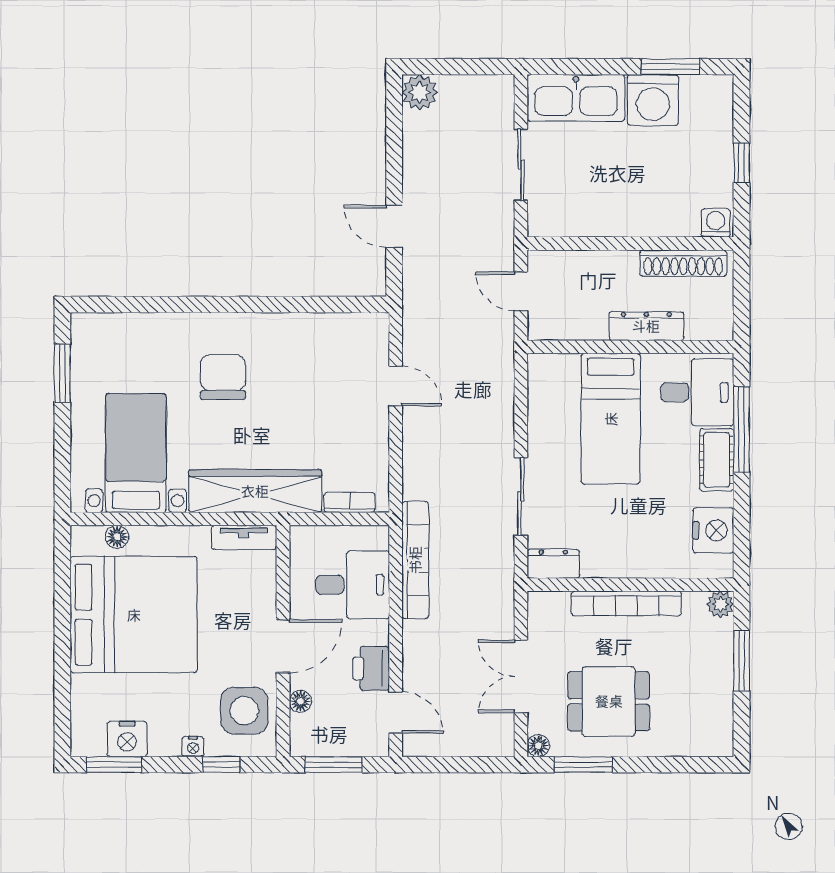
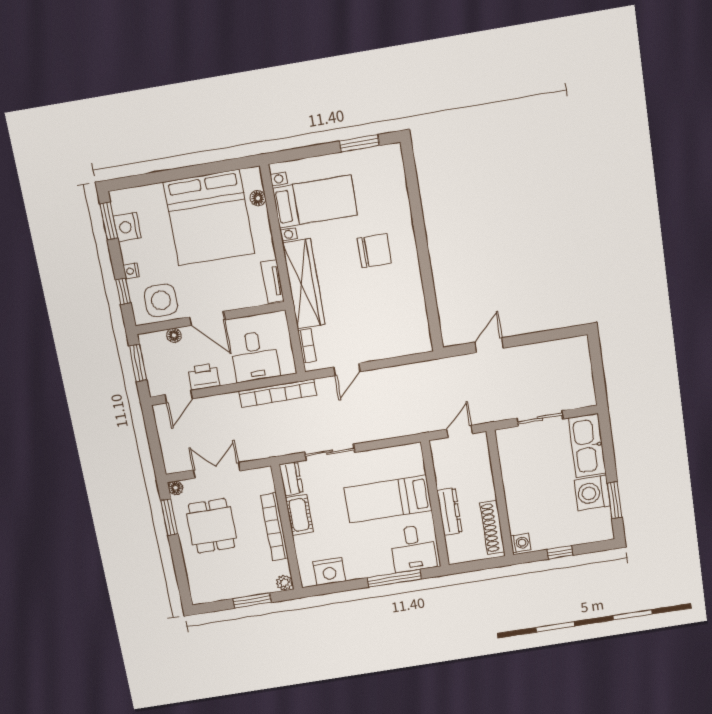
plant: (420, 92) -> (578, 347), removed
door: (396, 386) -> (347, 369), moved
cot: (717, 460) -> (299, 515), moved, turned 90

